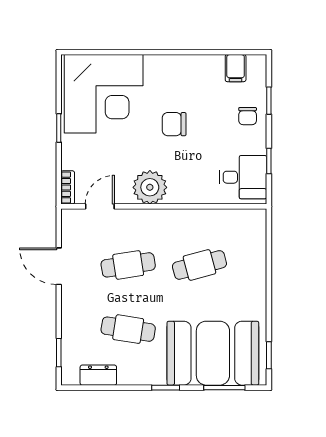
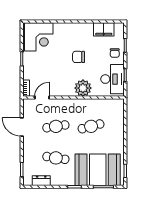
filing cabinet: (236, 68) -> (104, 29), width x2.00
corner desk: (104, 94) -> (39, 37), width x0.74, depth x0.74
desk: (243, 177) -> (113, 79), width x1.37
plant: (150, 187) -> (83, 88), moved

